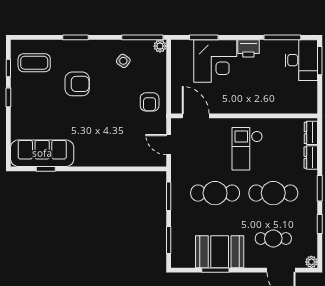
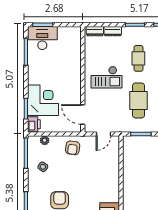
plant: (160, 46) -> (45, 140), moved
printer: (248, 48) -> (34, 124), moved
armchair: (150, 102) -> (73, 148), turned 98
door: (196, 116) -> (83, 115), hinge flipped
cafe table: (273, 193) -> (138, 58), width x0.73, depth x0.74

